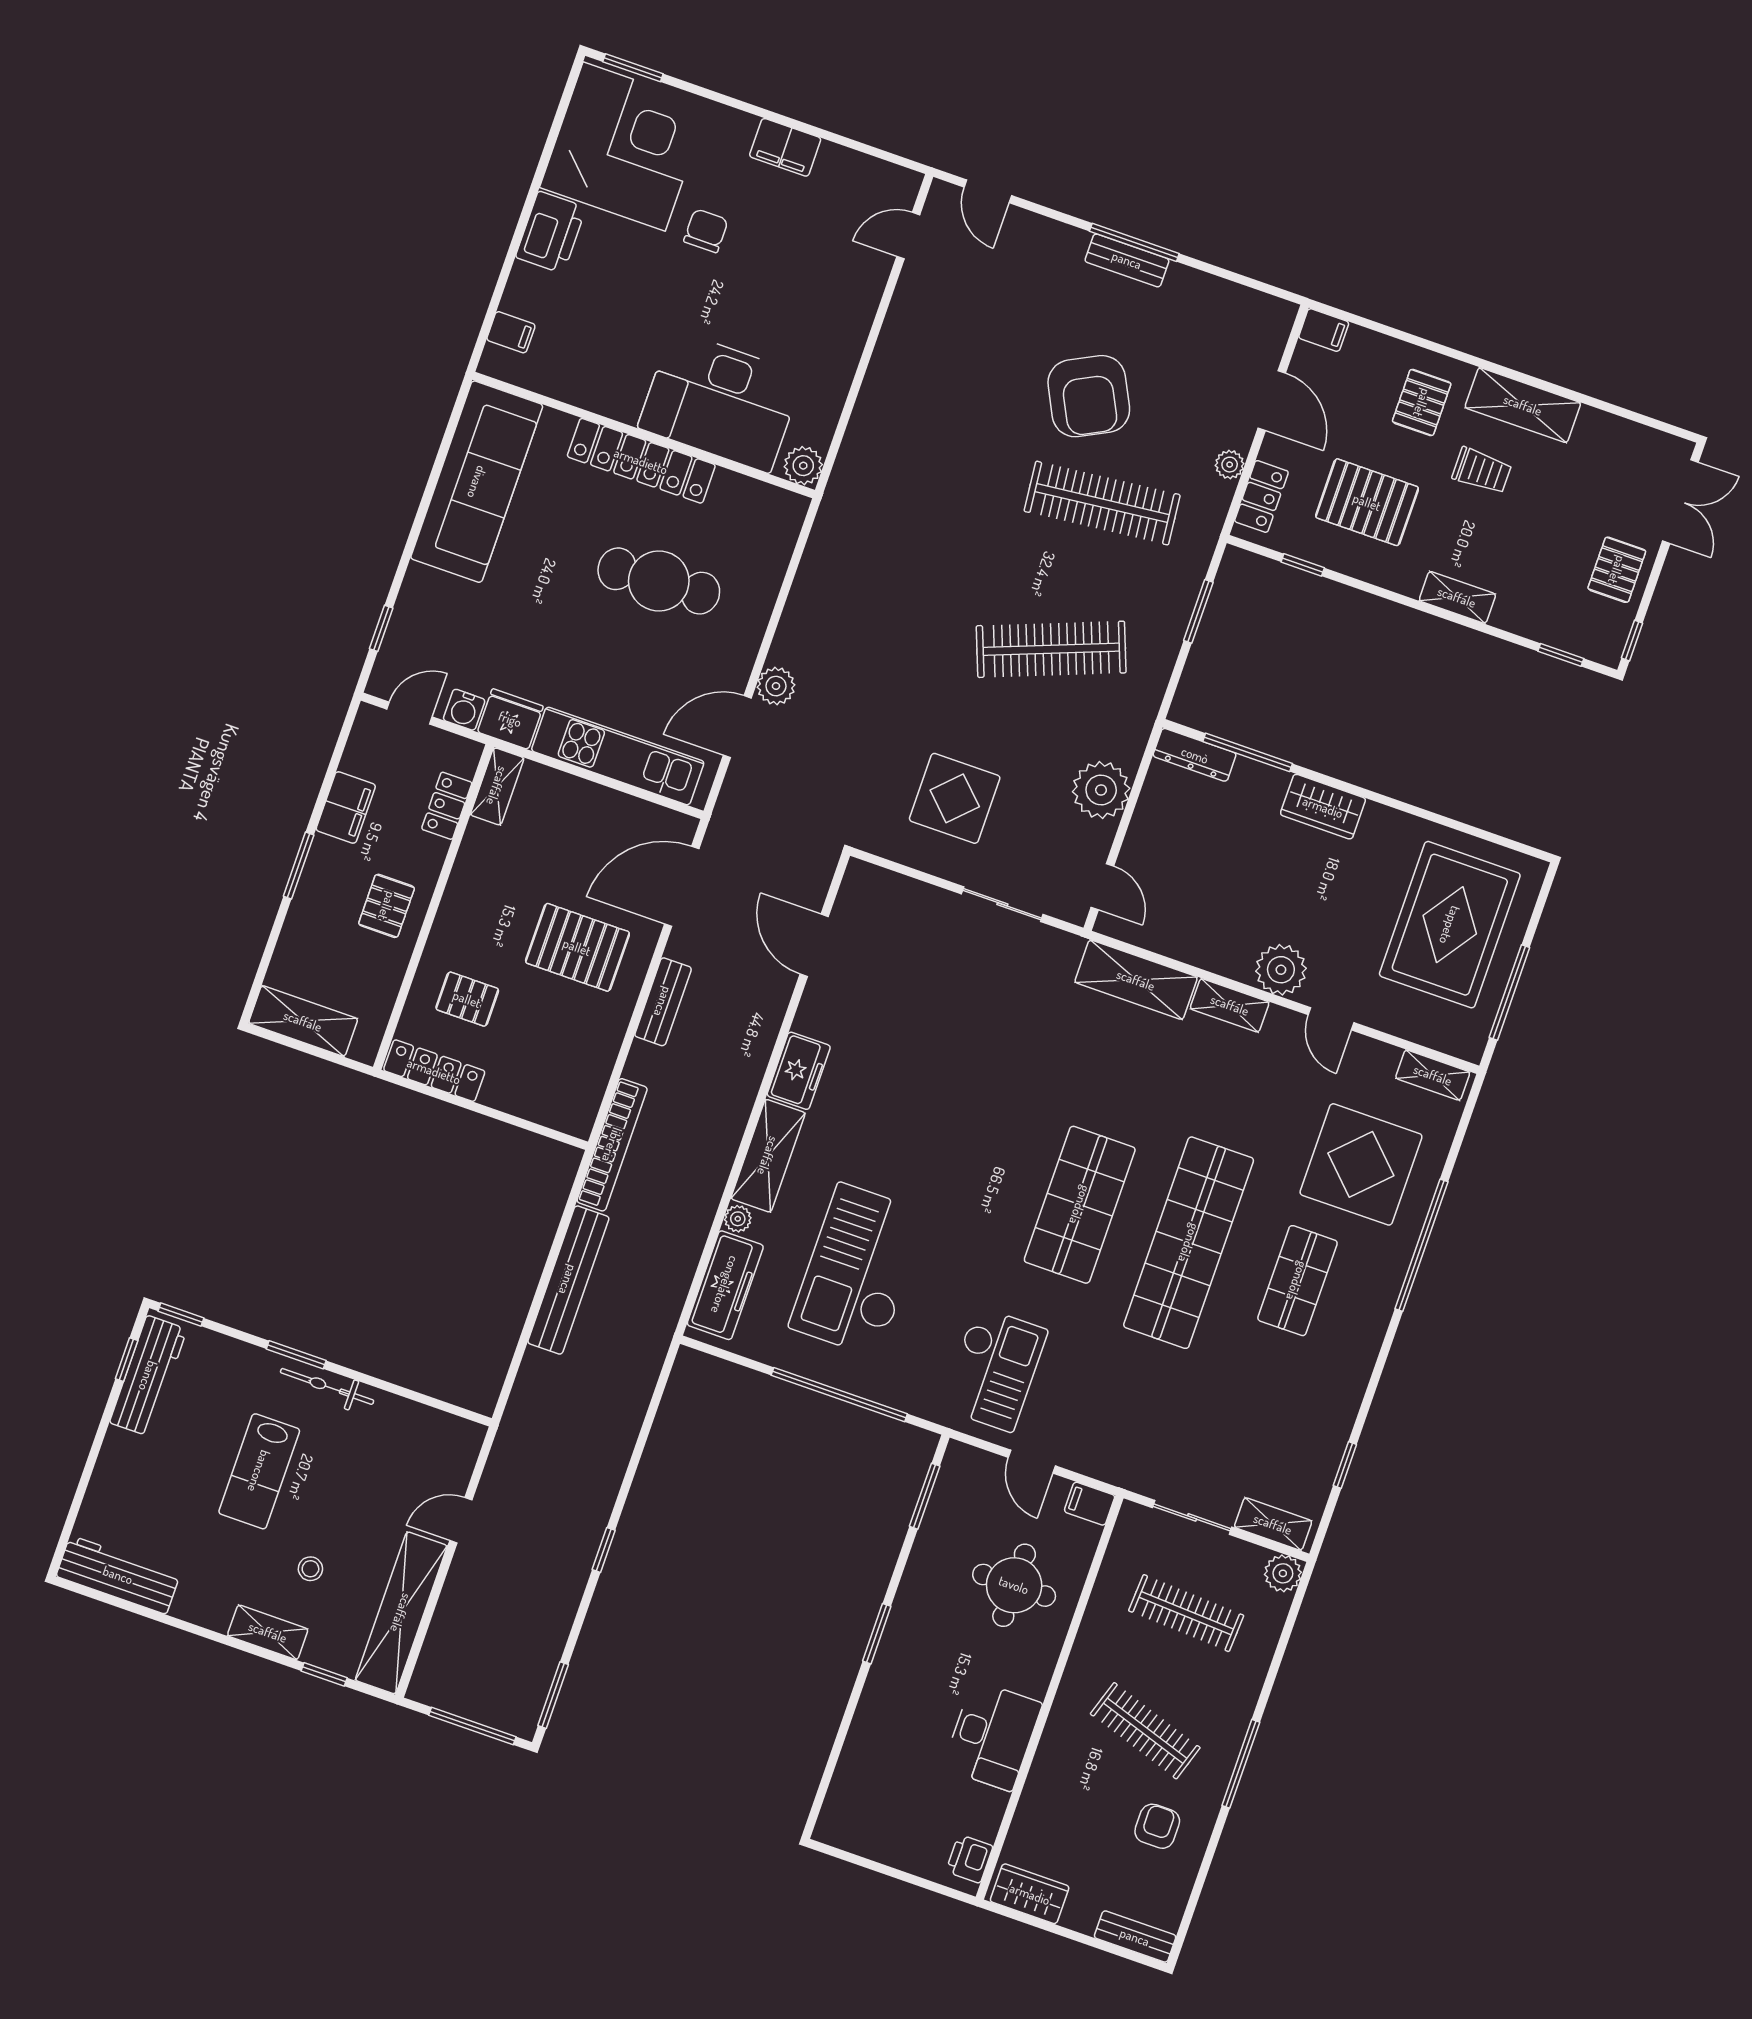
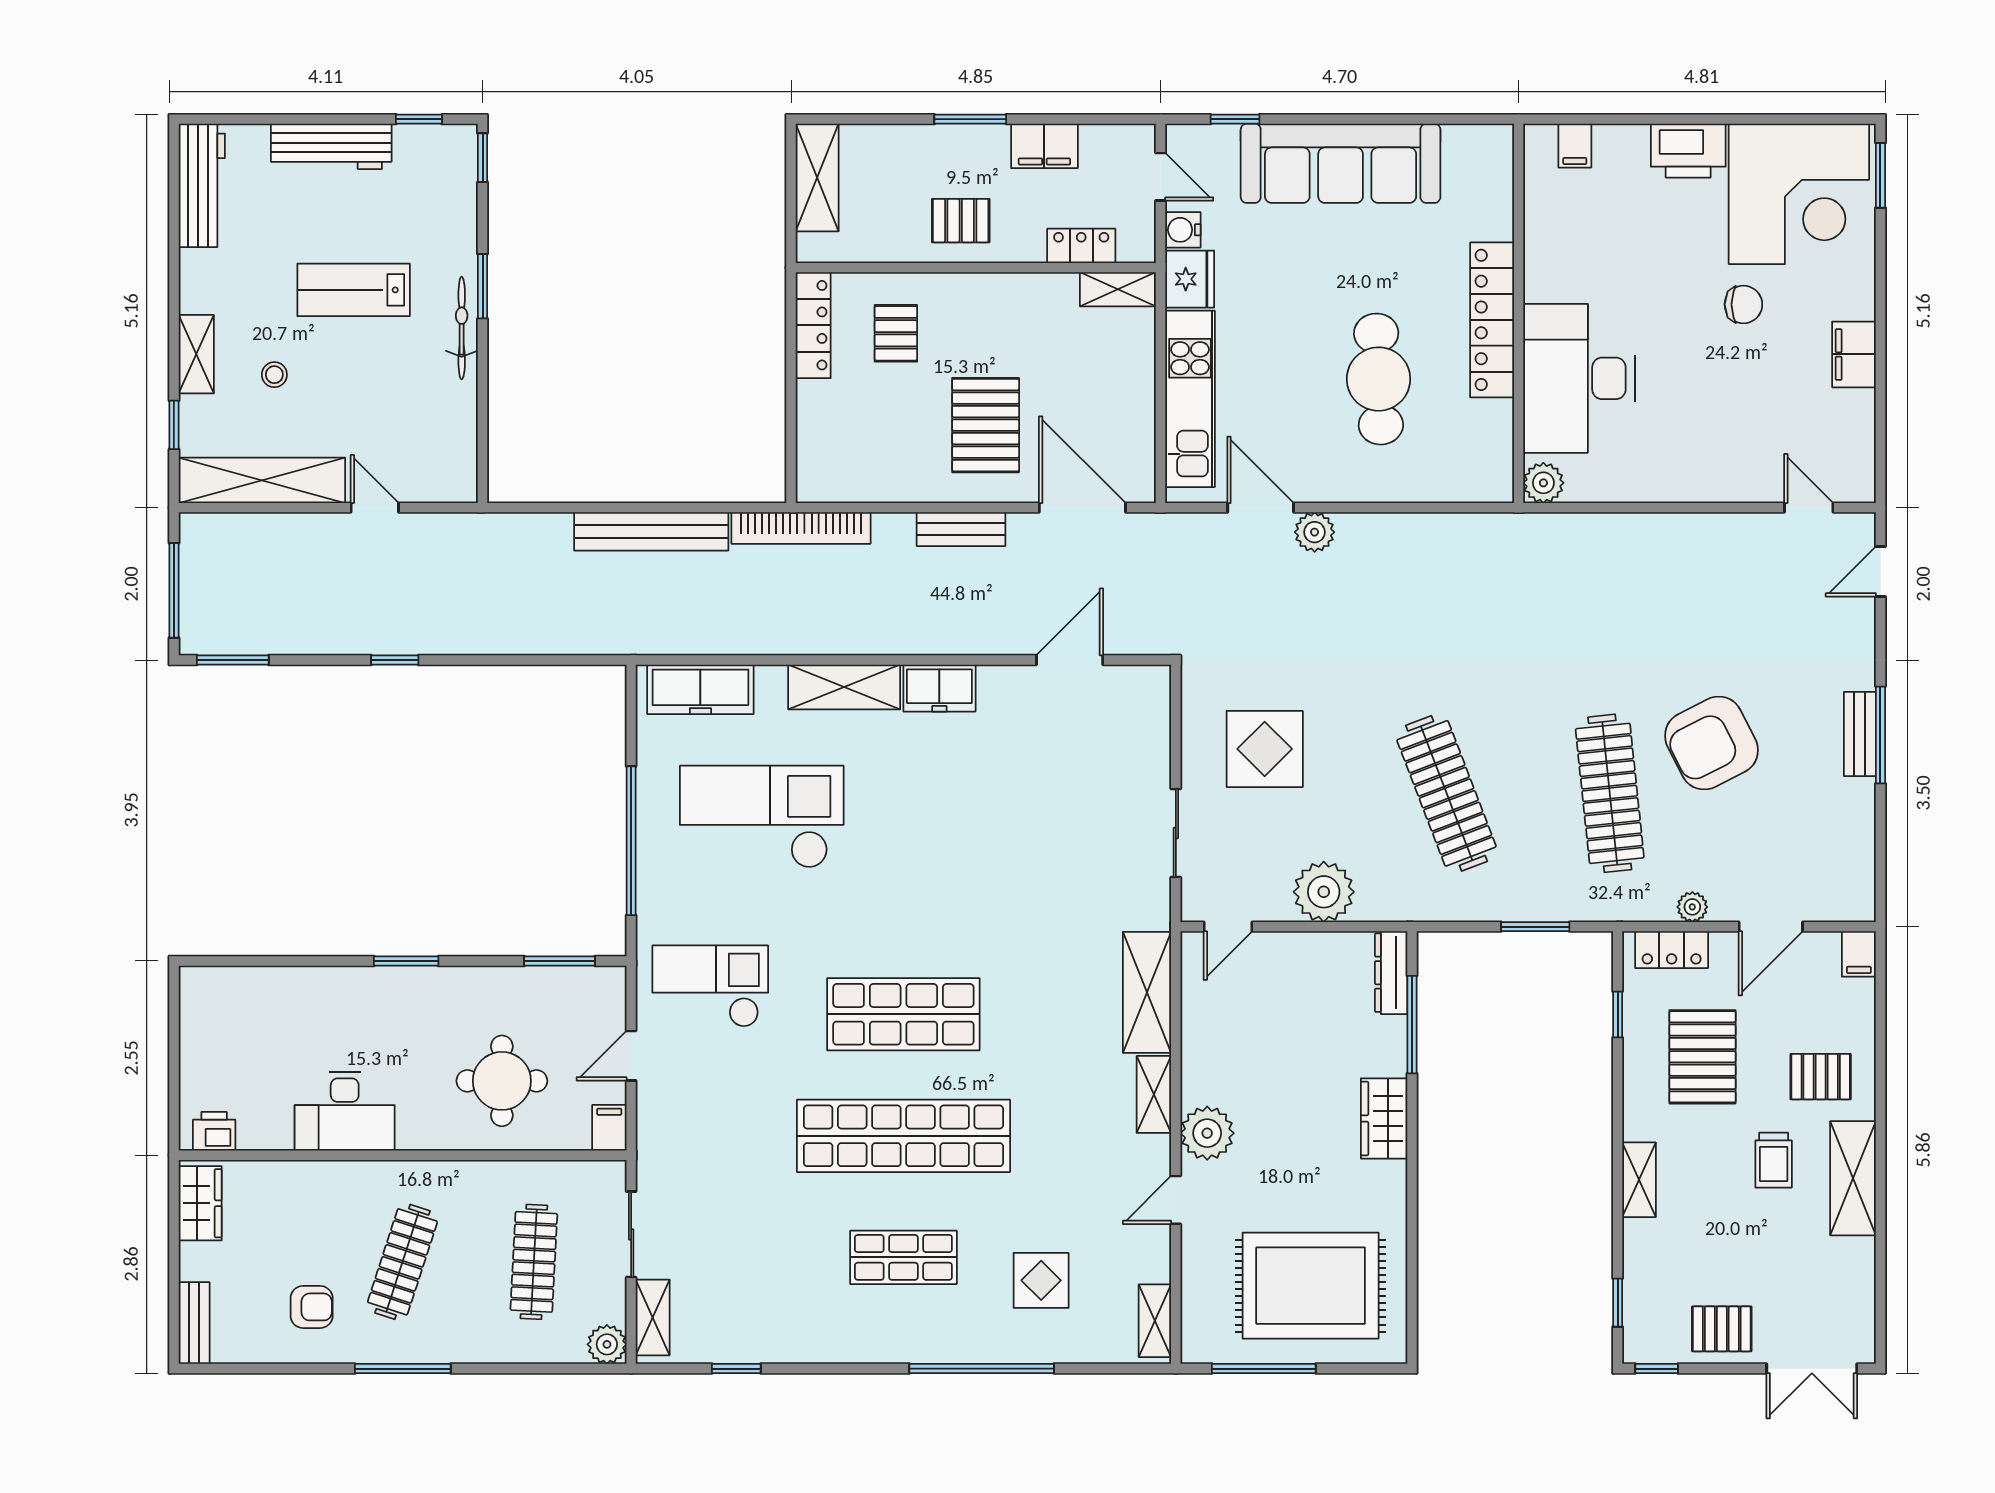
sofa: (477, 482) -> (1341, 163), moved
display table: (1361, 1164) -> (1041, 1280), width x0.54, depth x0.54
plant: (738, 1219) -> (771, 679), removed
checkout: (994, 1369) -> (710, 986), turned 180
workbench: (148, 1376) -> (331, 146), moved

